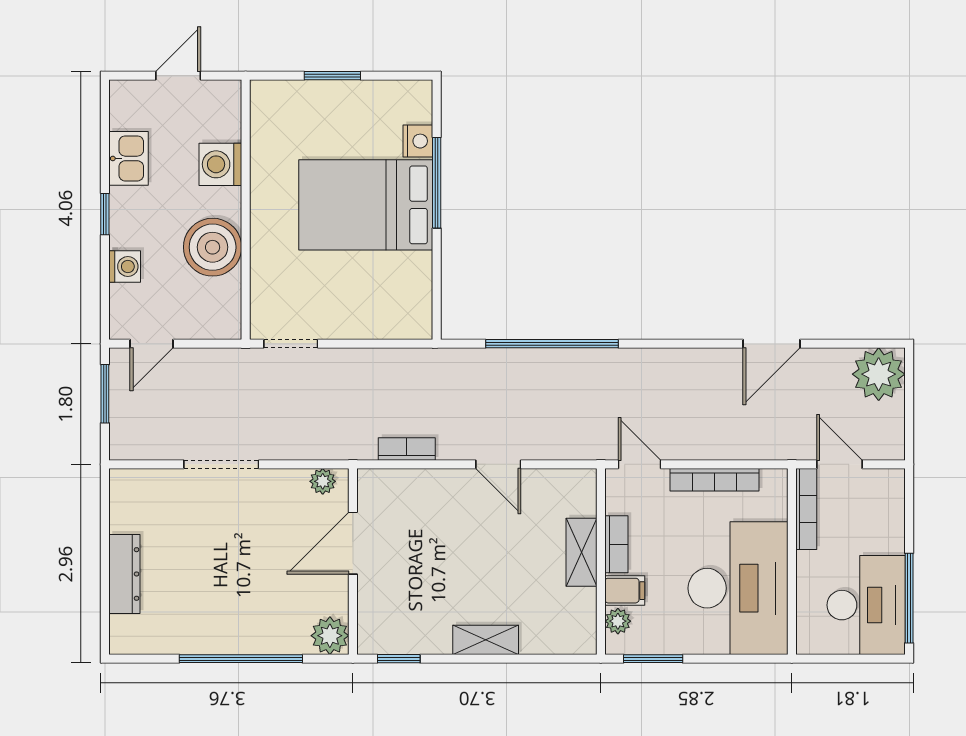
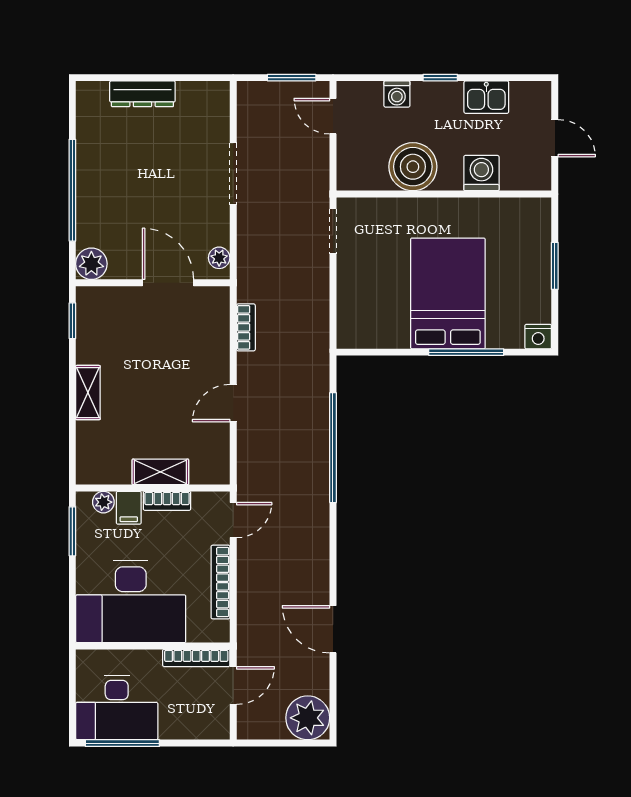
nightstand: (418, 141) -> (538, 337), moved

